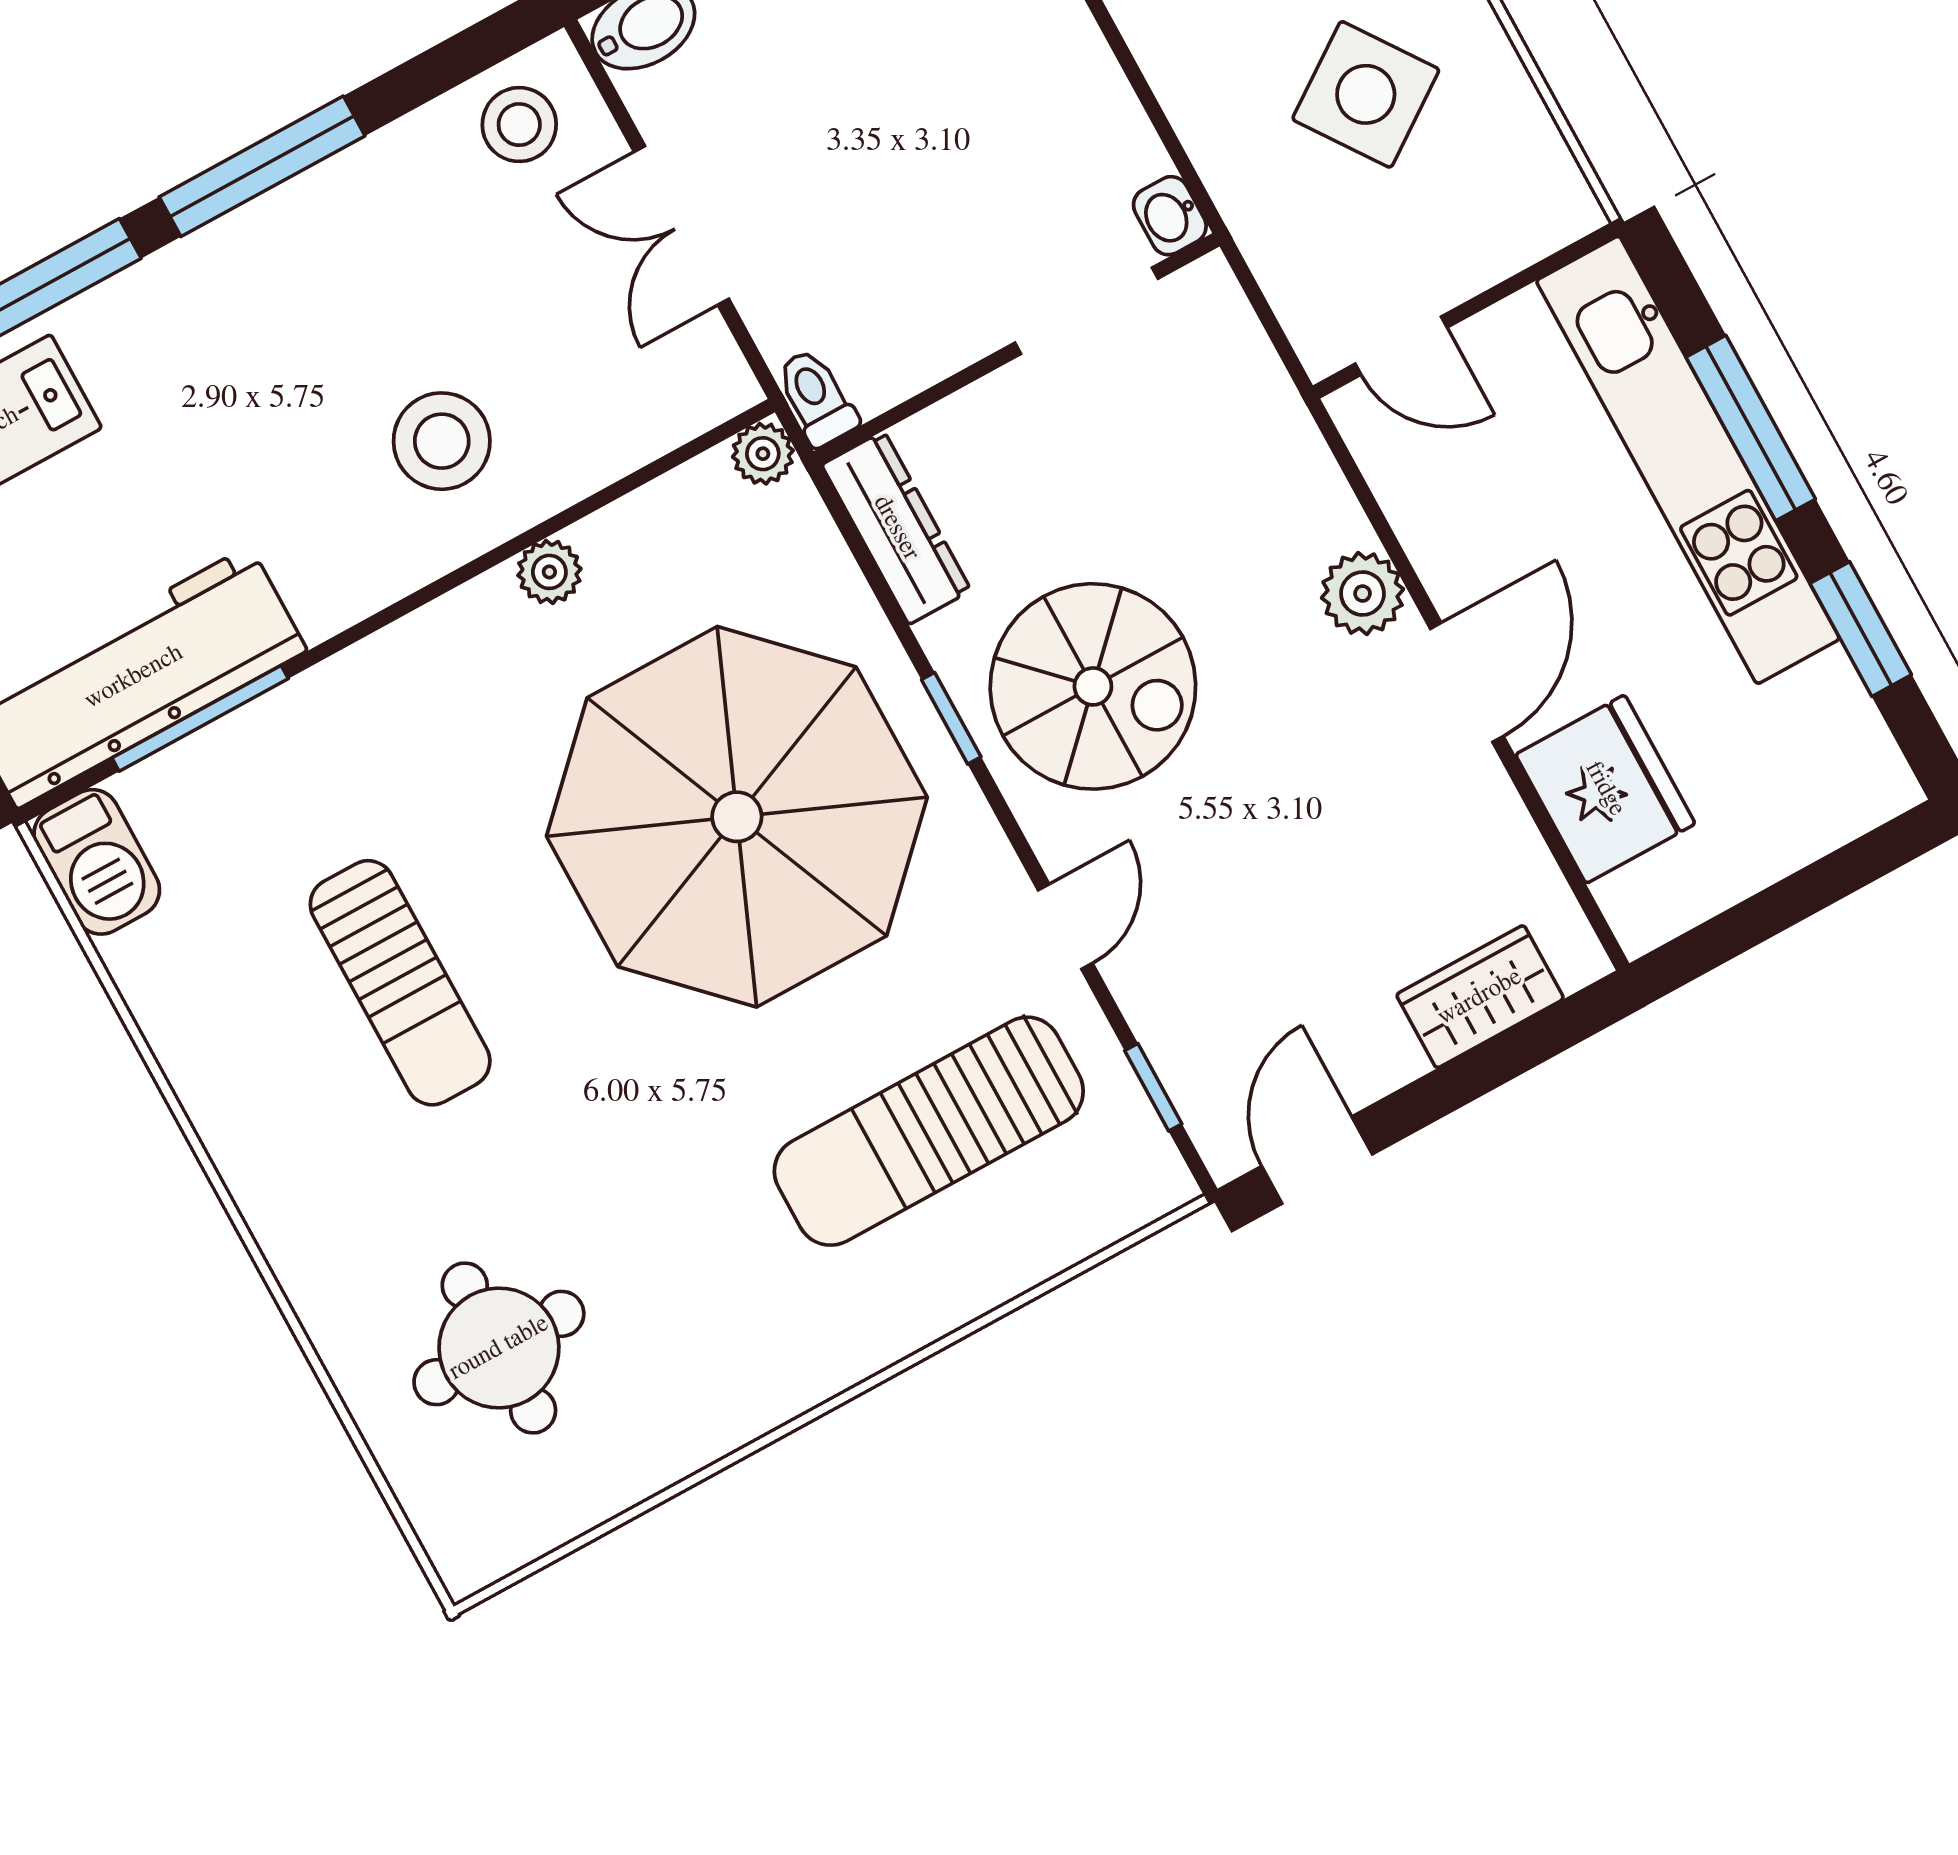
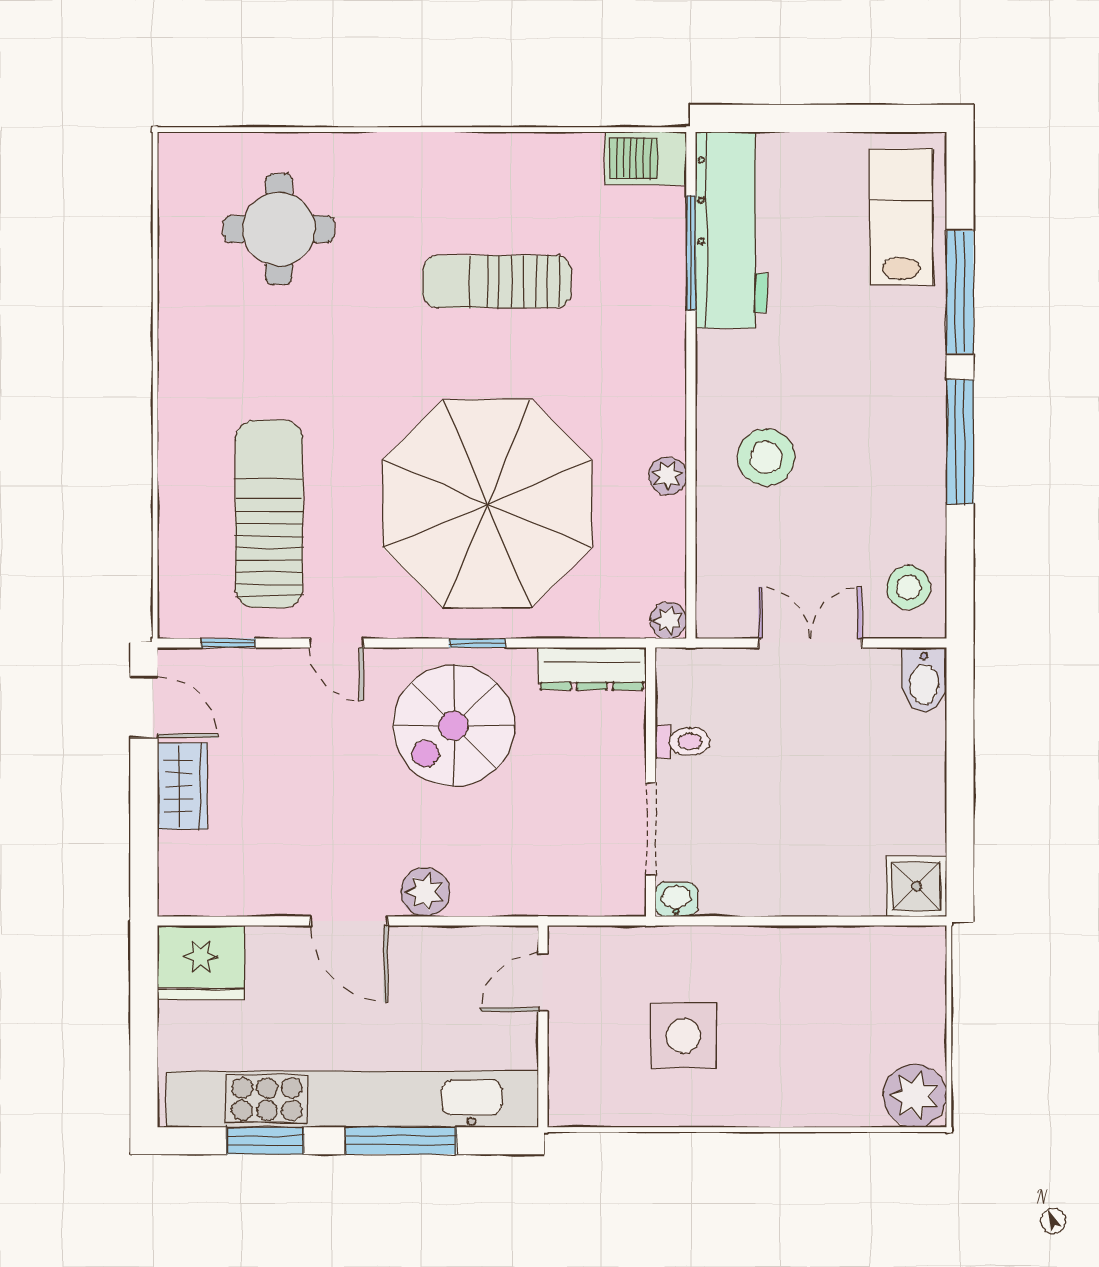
side table: (1366, 94) -> (684, 1036), turned 35
toilet: (816, 398) -> (682, 741), moved
kitchen unit: (1688, 460) -> (353, 1099), width x1.36
fridge: (1605, 789) -> (201, 963), moved
wardrobe: (1480, 997) -> (182, 786), moved

